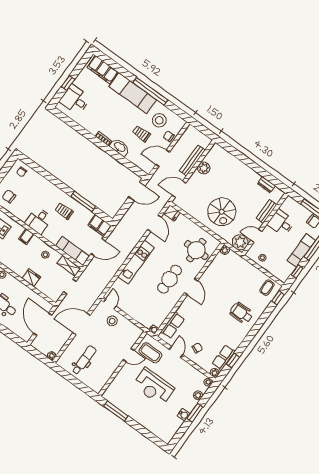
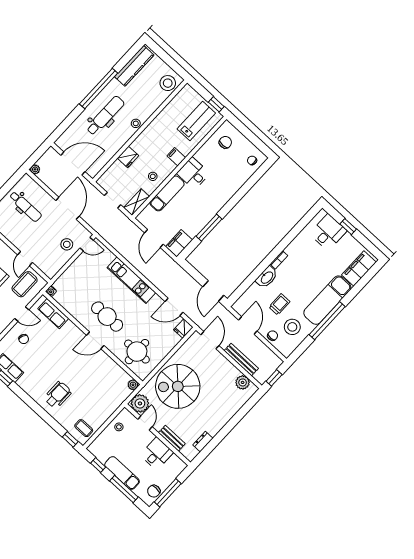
window: (205, 131) -> (274, 378), added
plant: (204, 168) -> (243, 382), moved
trolley: (64, 211) -> (201, 204), removed
spiral stairs: (222, 212) -> (178, 386), width x1.37, depth x1.37
exam couch: (73, 251) -> (167, 193), moved

